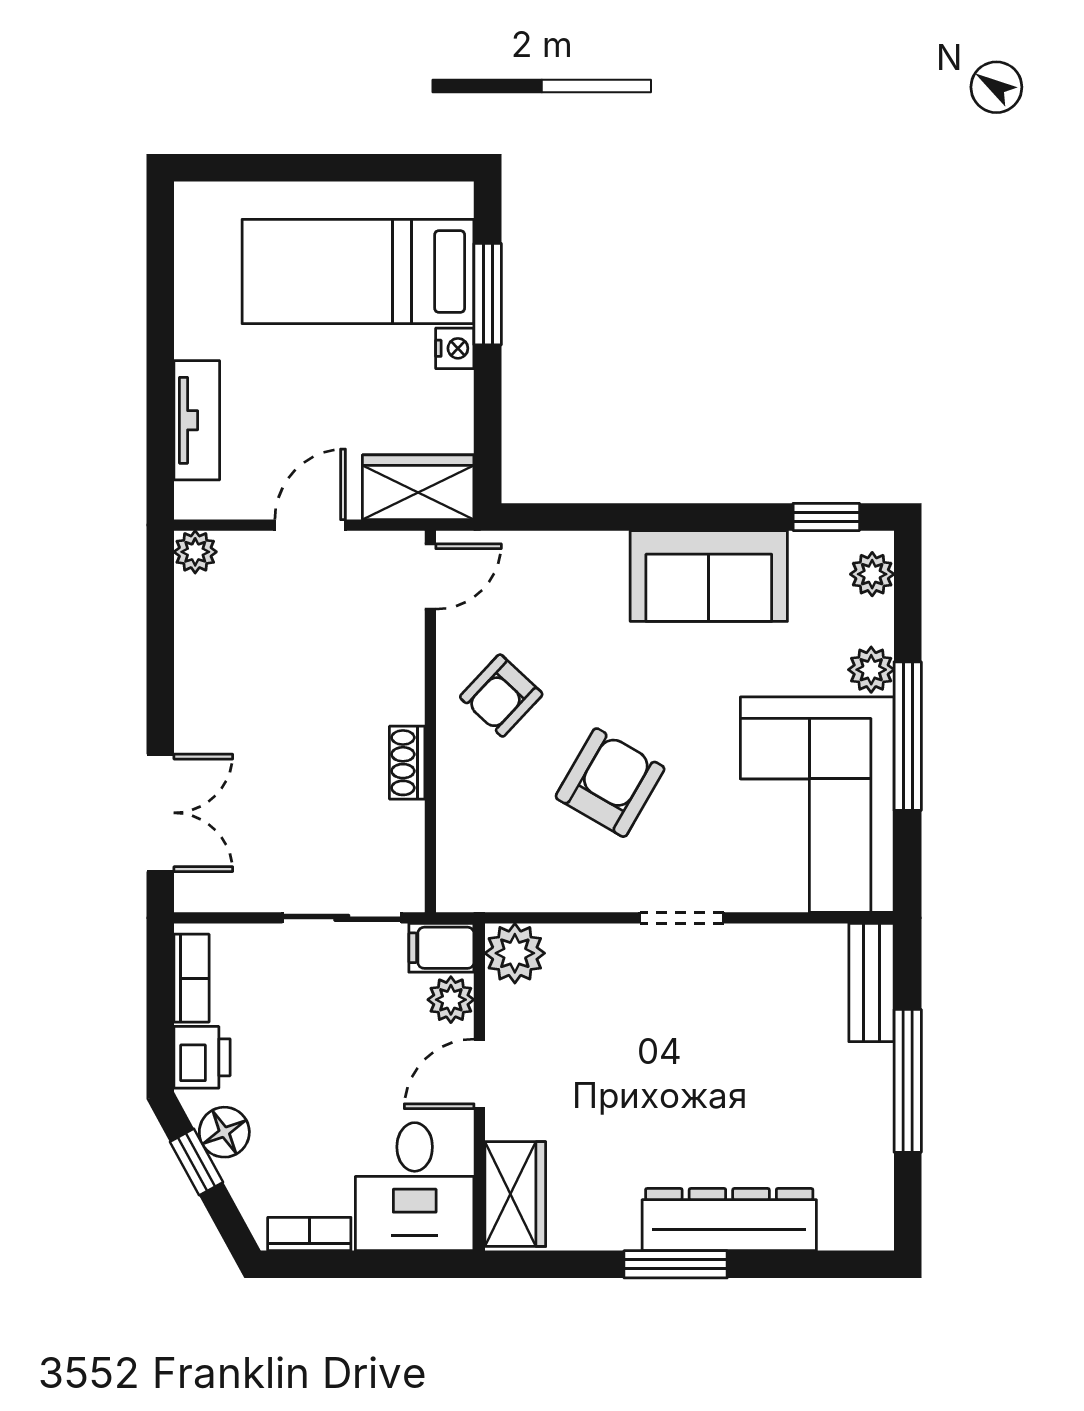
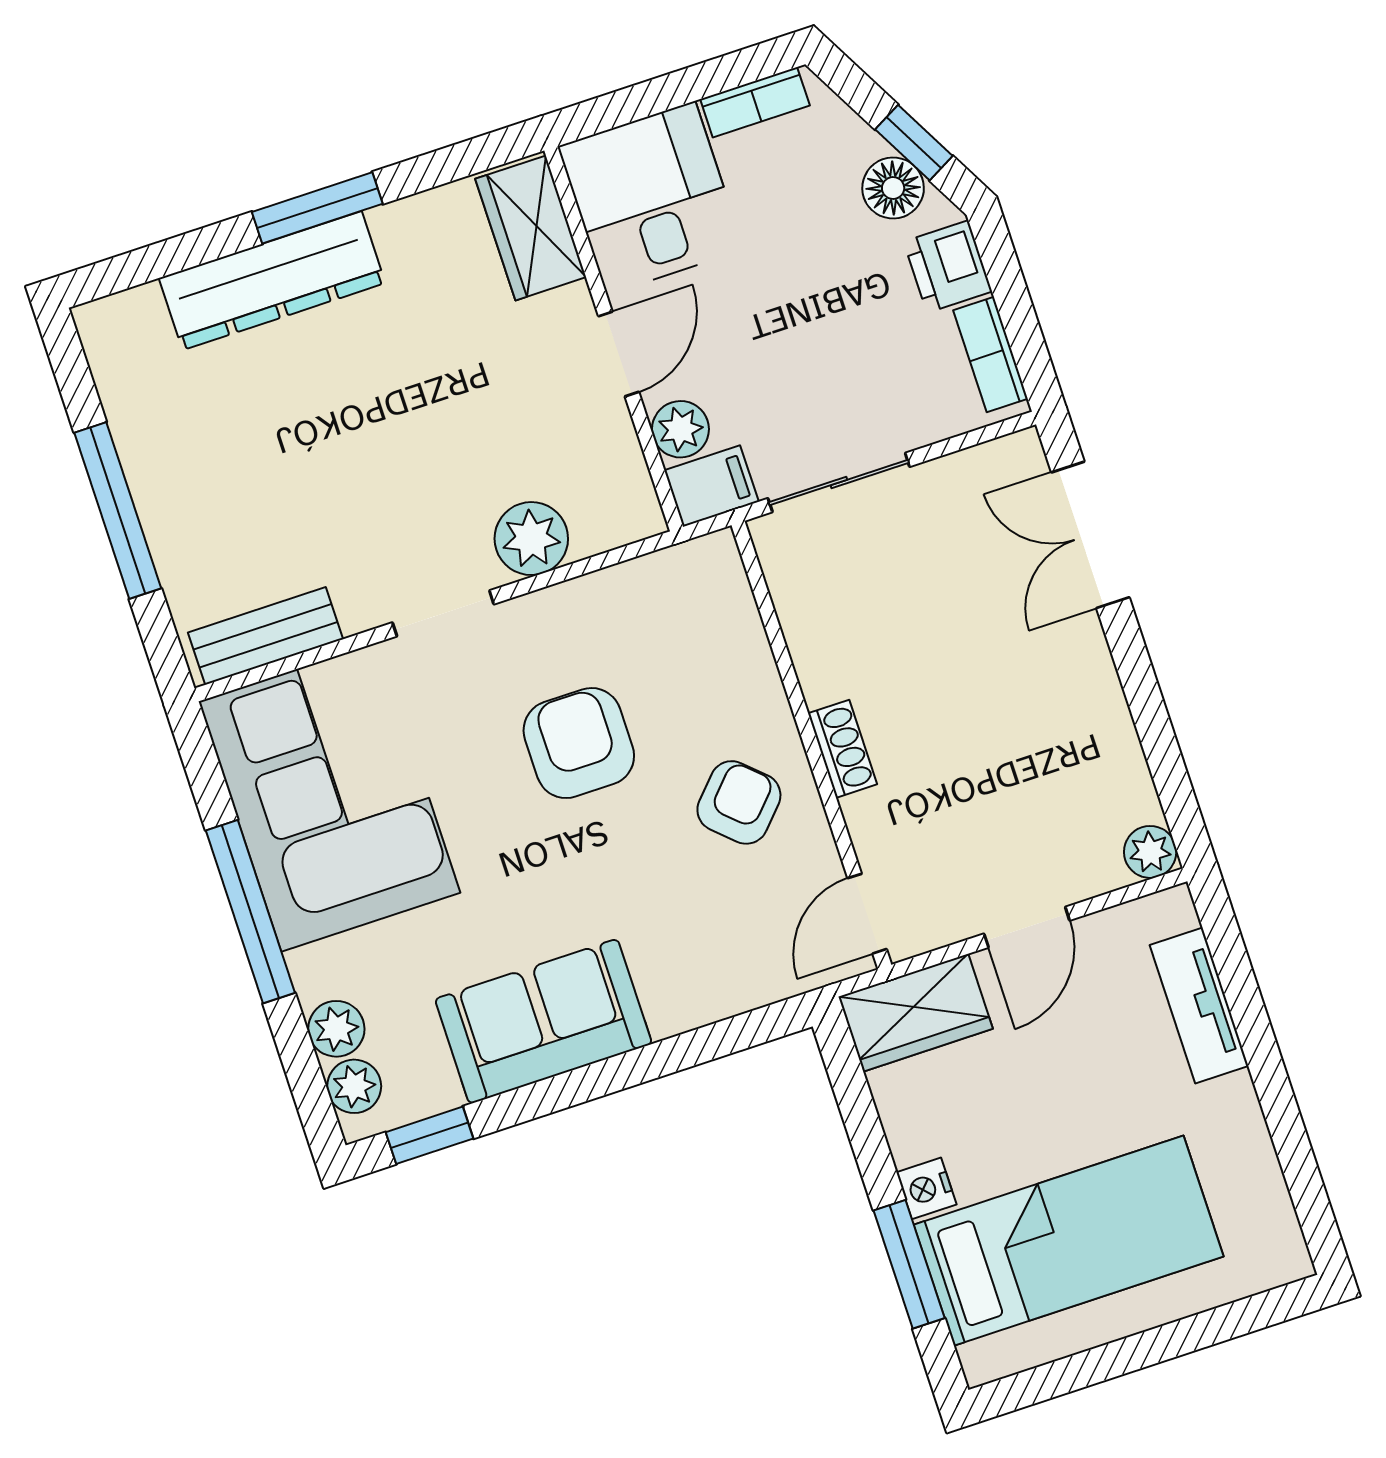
plant: (871, 670) -> (336, 1029), moved
shoe rack: (407, 763) -> (843, 749), moved
armchair: (610, 783) -> (579, 743), turned 150
plant: (515, 953) -> (531, 539), moved
bench: (871, 983) -> (265, 636), moved, turned 90

